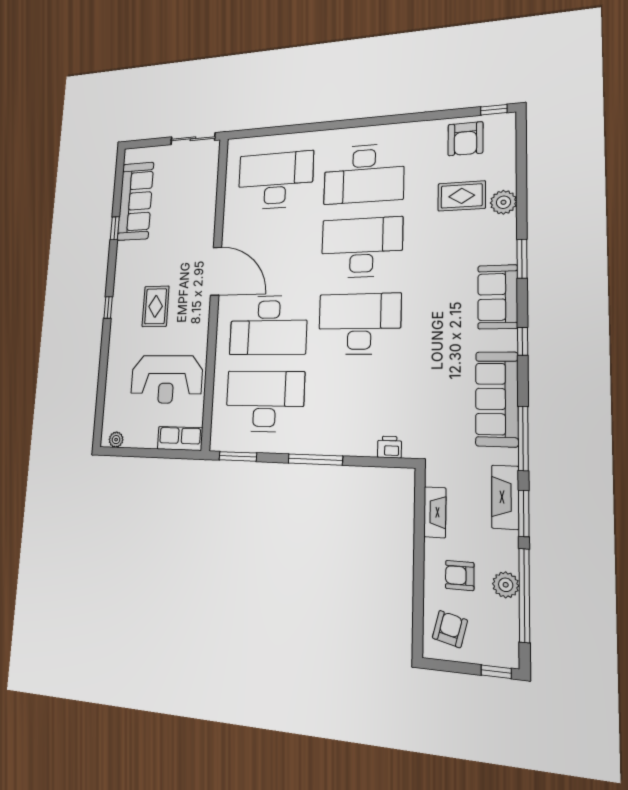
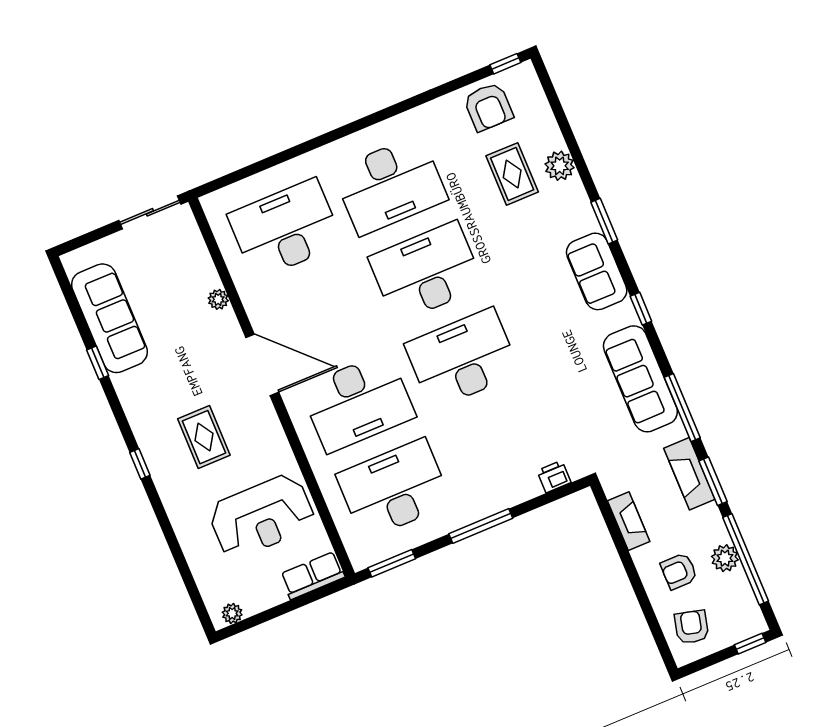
rug: (462, 196) -> (512, 174), turned 90
plant: (209, 214) -> (218, 299), added

